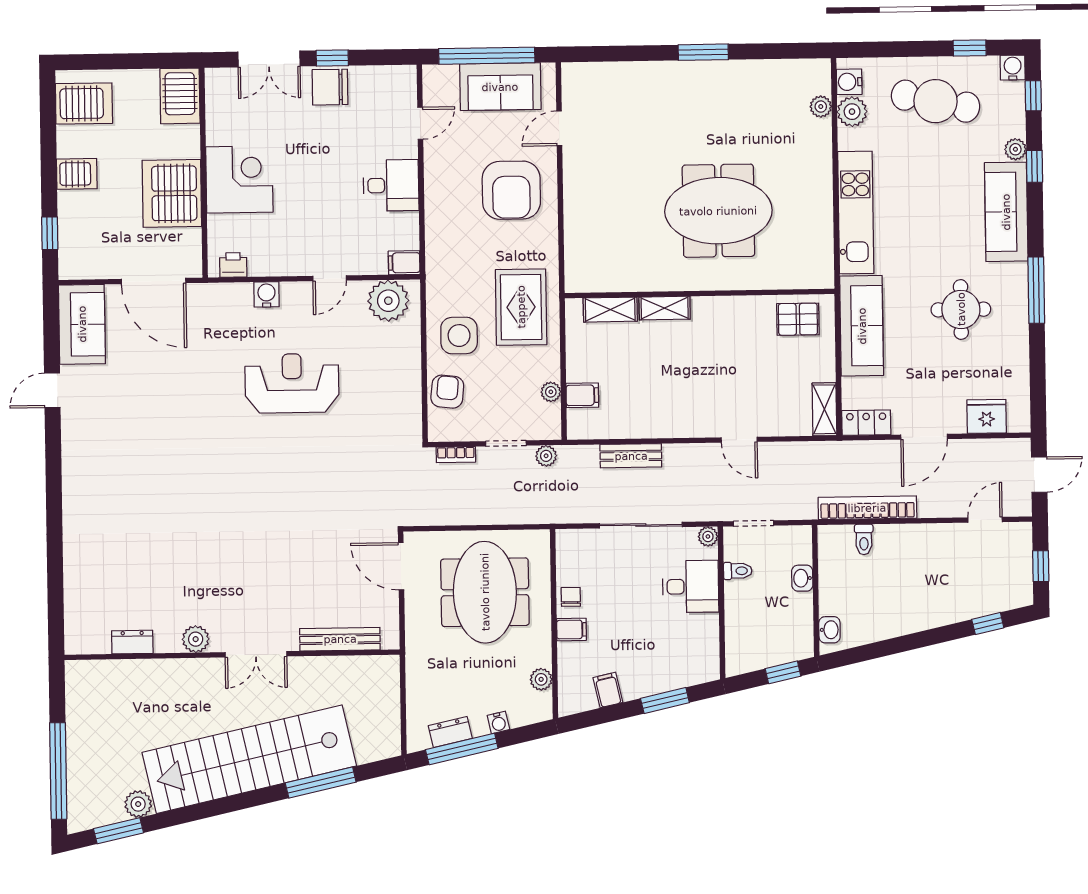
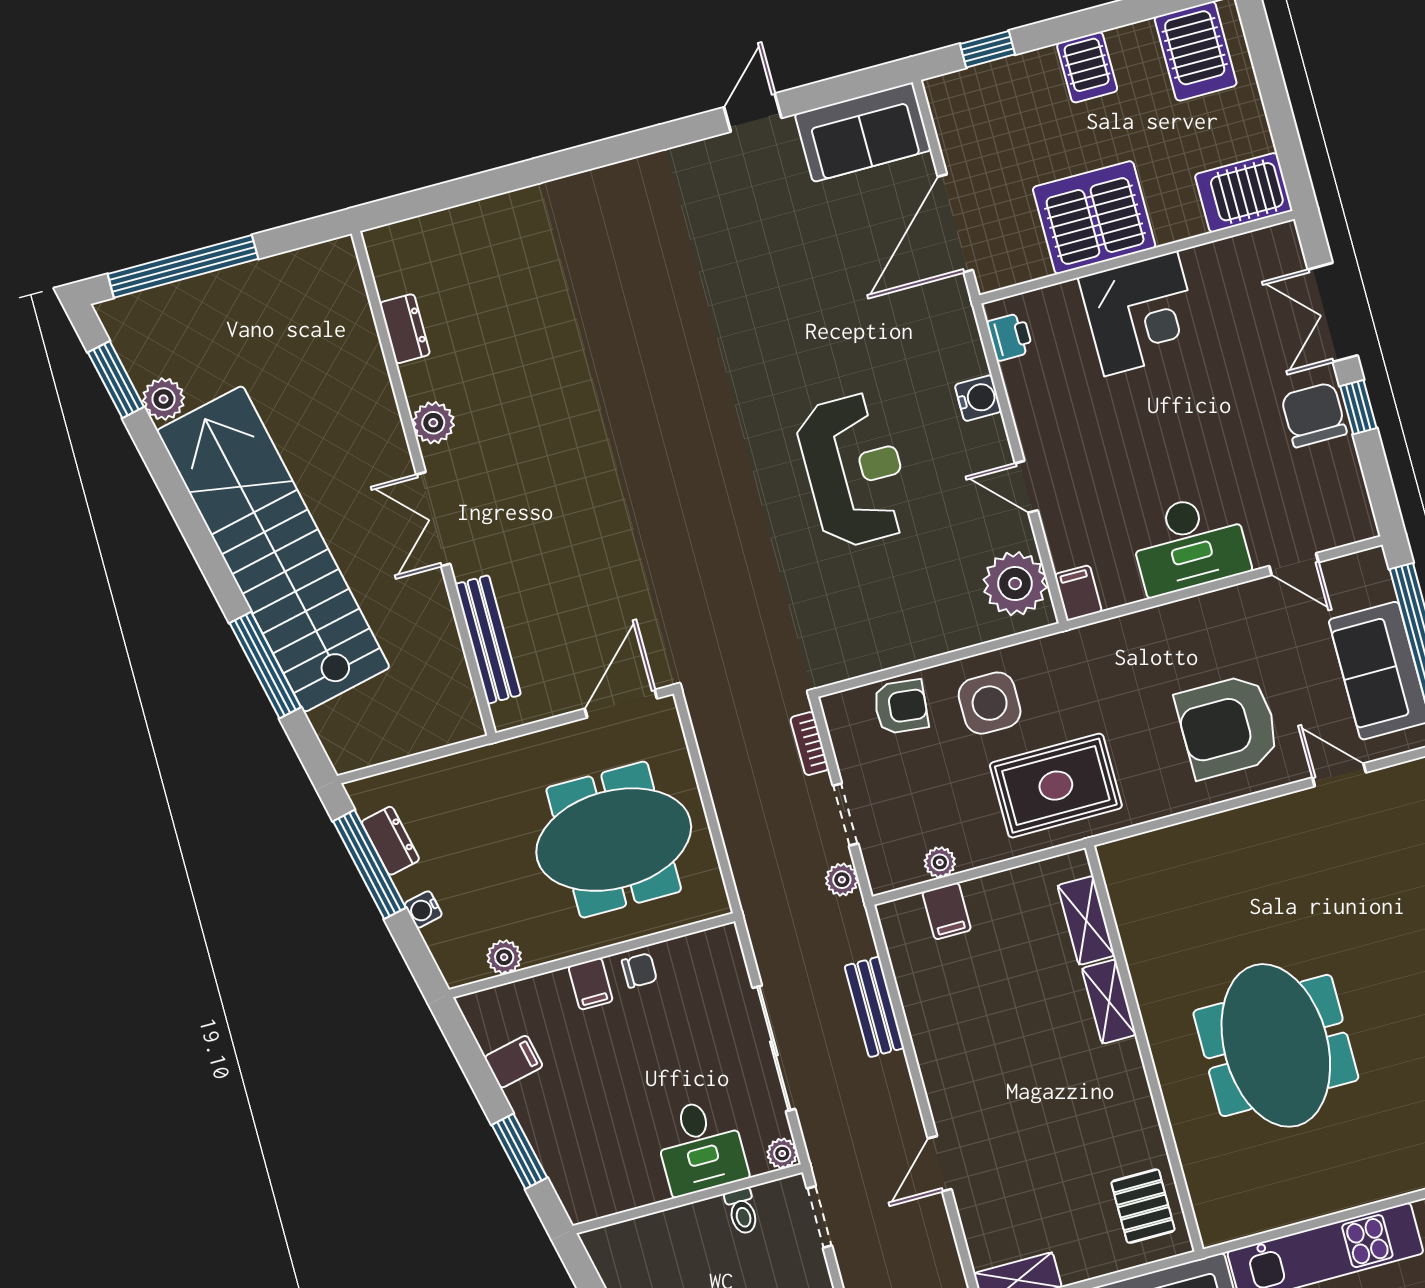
desk: (391, 185) -> (1189, 544), width x1.37
door: (52, 390) -> (753, 113), hinge flipped

